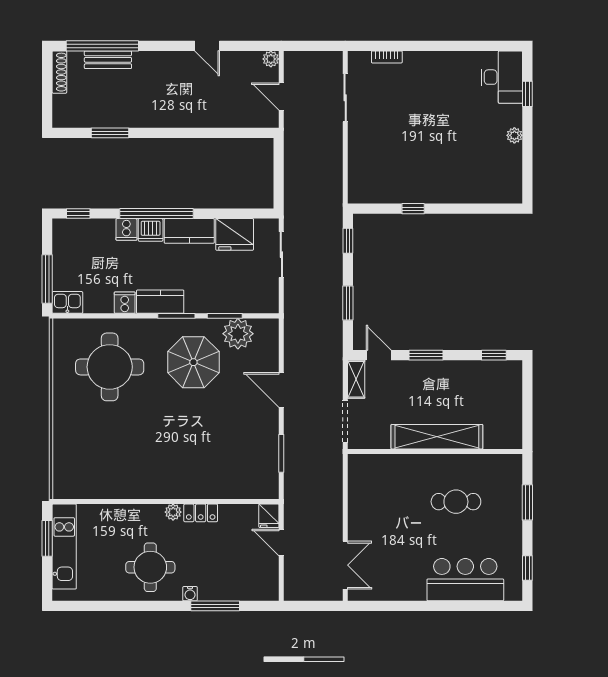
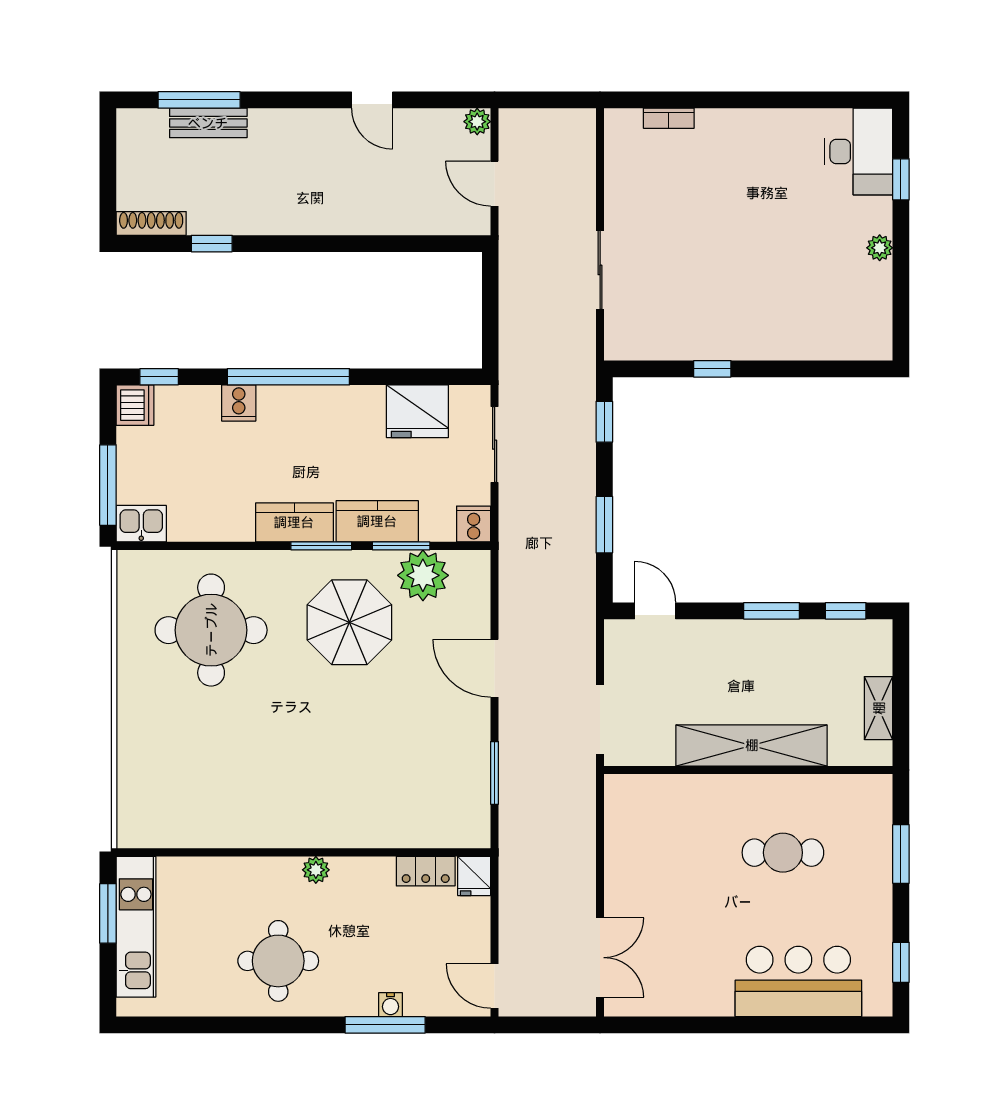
window: (102, 46) -> (199, 100), width x0.68
shoe rack: (59, 72) -> (151, 223), moved, turned -90
sliding door: (345, 98) -> (600, 270), moved
window: (110, 133) -> (212, 244), width x0.67
dishwasher: (151, 230) -> (135, 405), moved, turned -90
kitchen counter: (189, 231) -> (377, 521), moved, turned 180
cooker: (125, 303) -> (474, 524), moved
window: (426, 355) -> (772, 611), moved
shelving: (356, 379) -> (879, 708), moved
locker: (201, 513) -> (426, 871), moved
door: (281, 543) -> (495, 986), moved
water cooler: (190, 594) -> (391, 1005), moved

